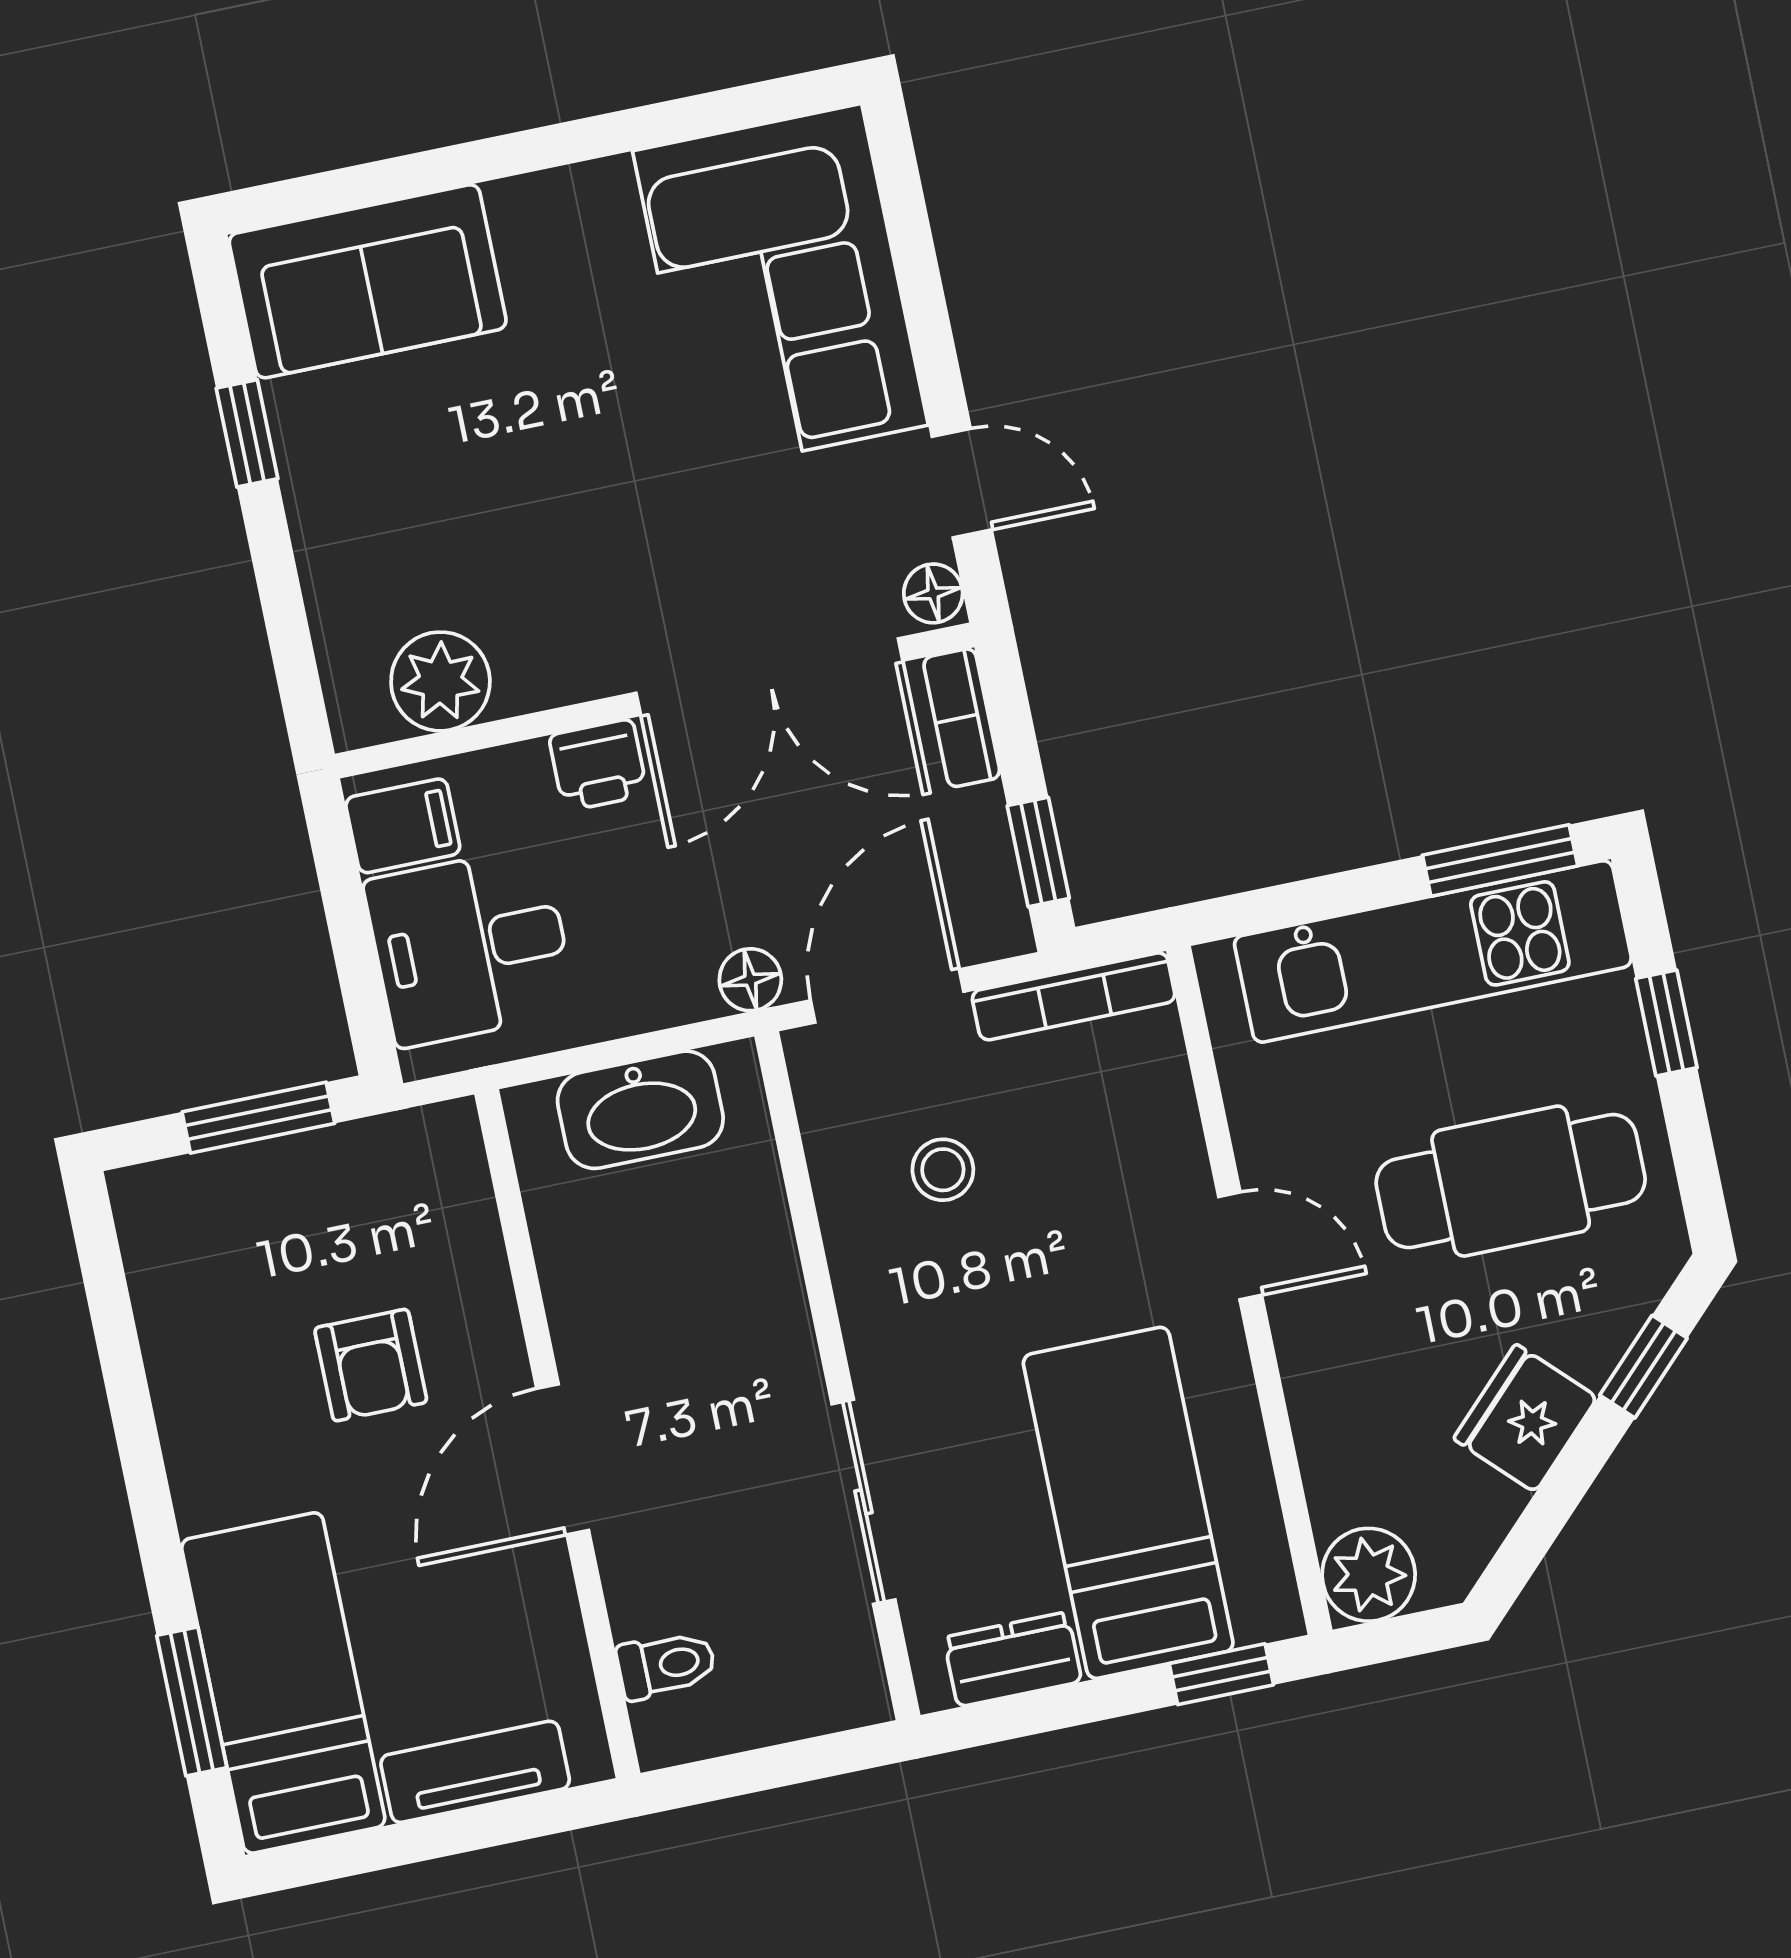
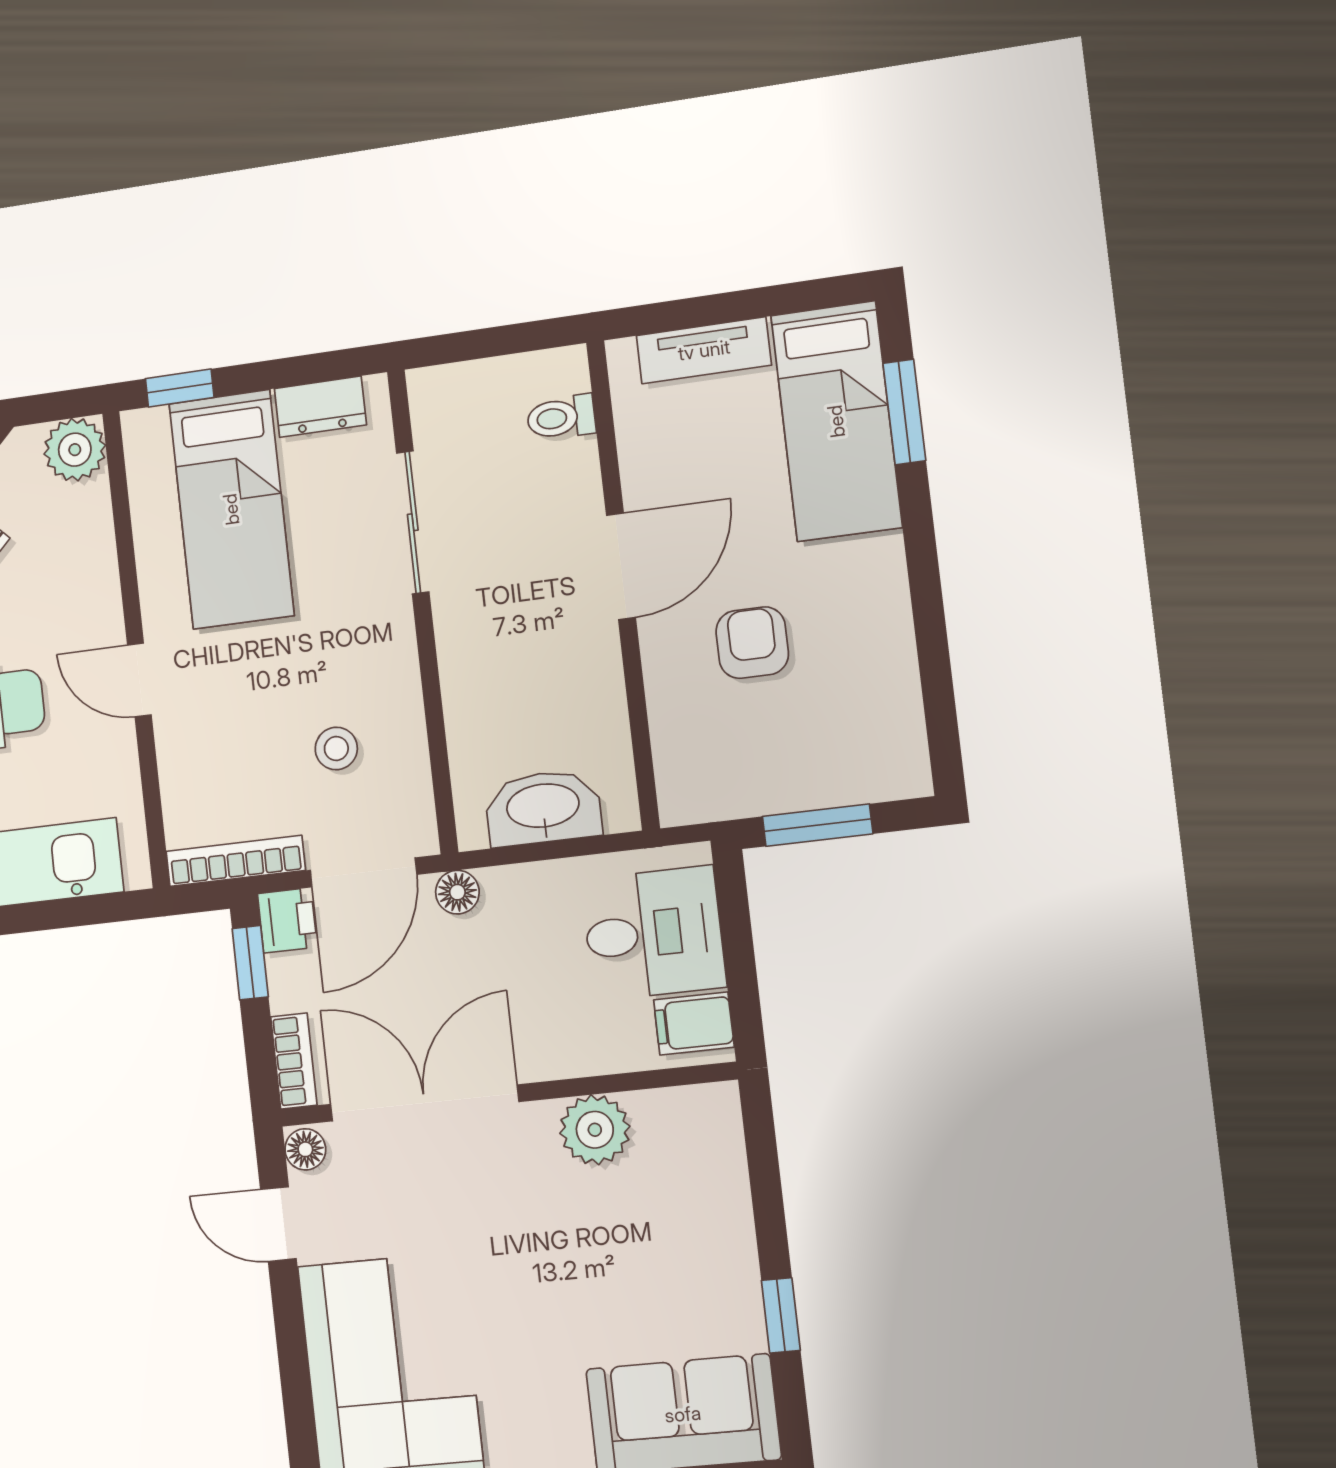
plant: (440, 681) -> (595, 1130), moved
printer: (598, 765) -> (287, 920), moved, turned 90

